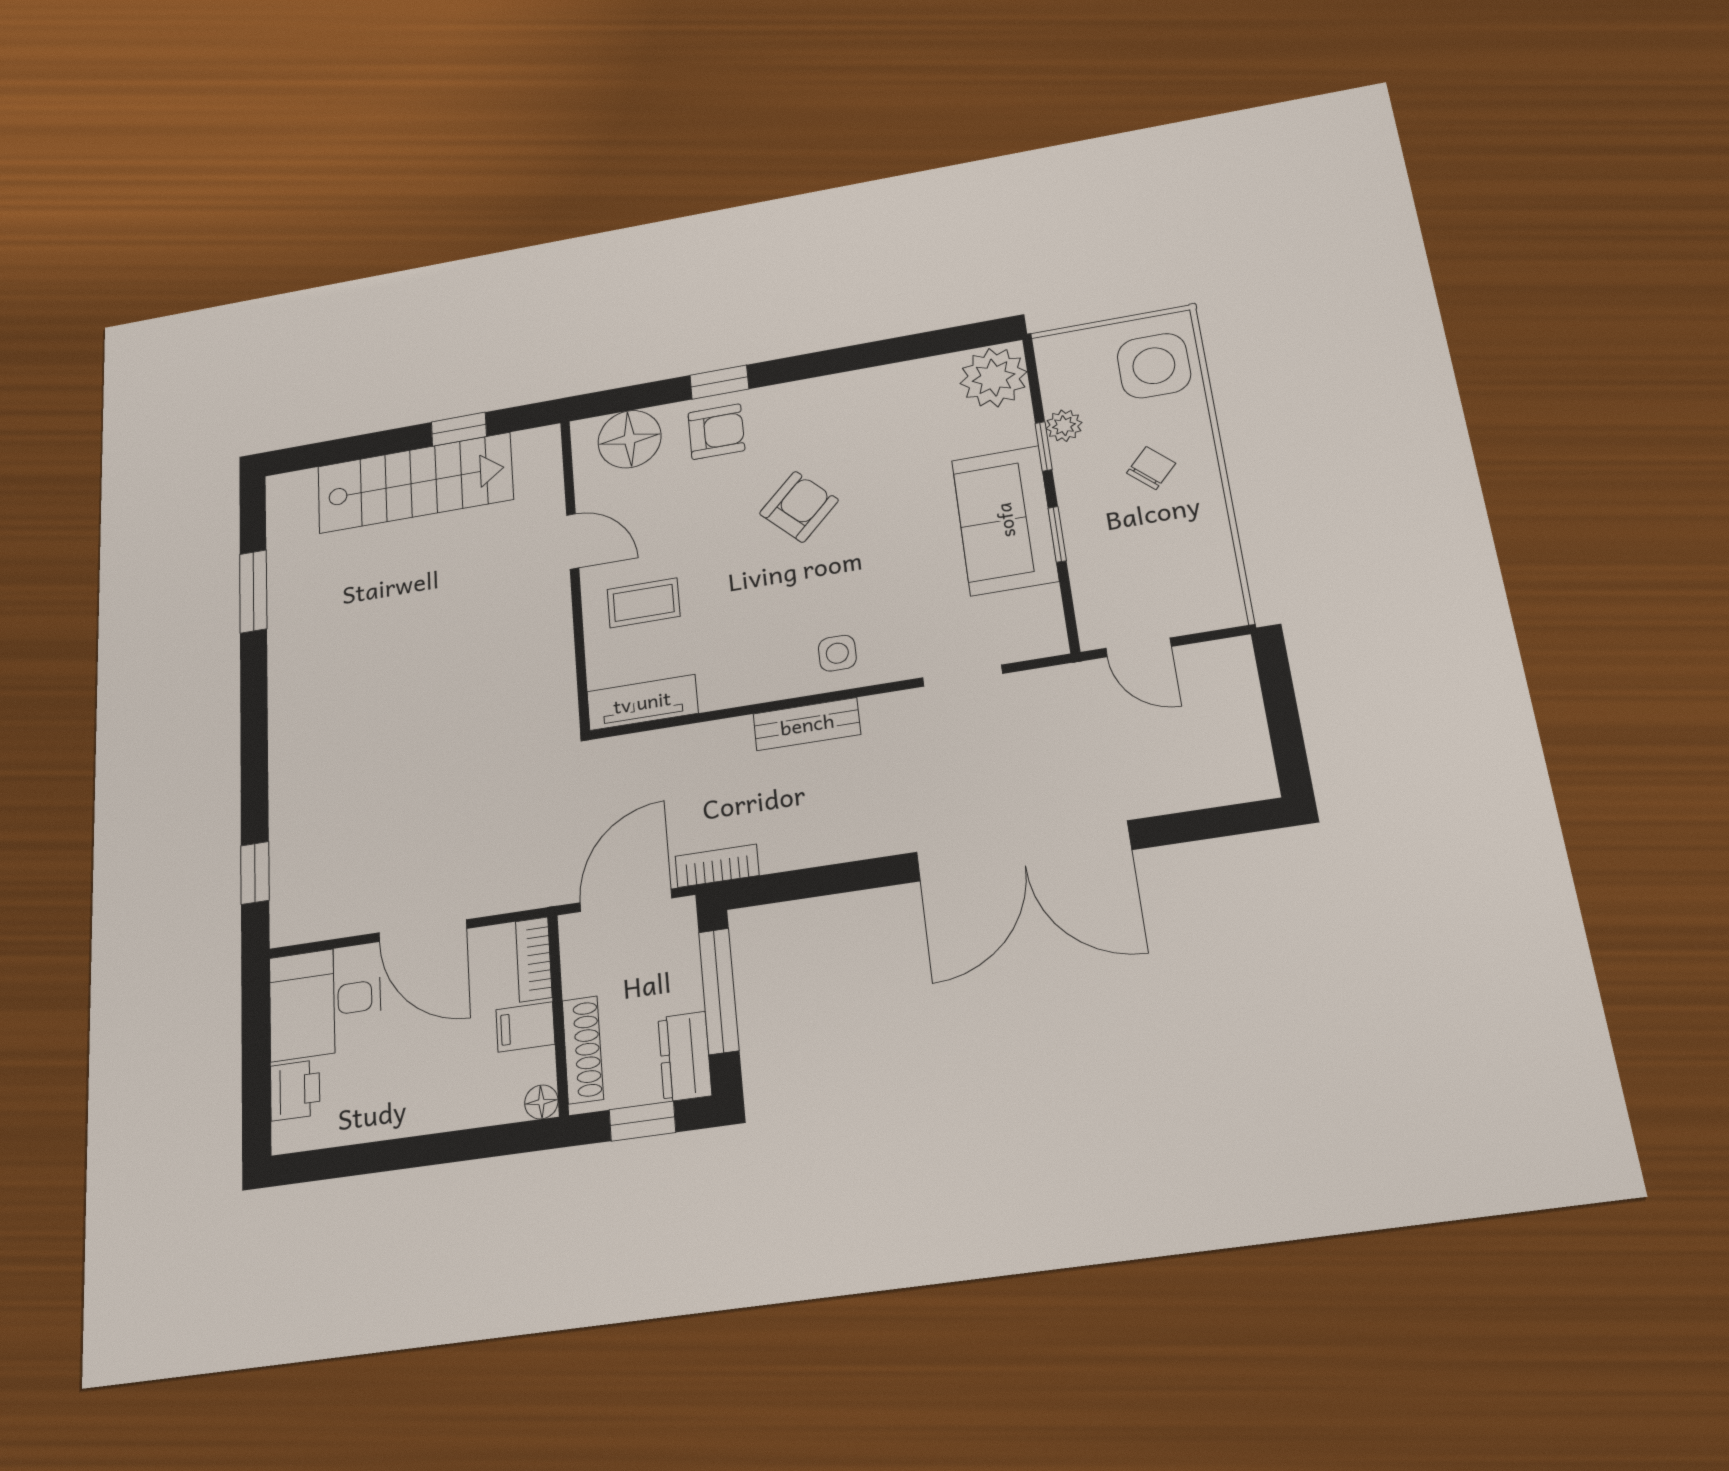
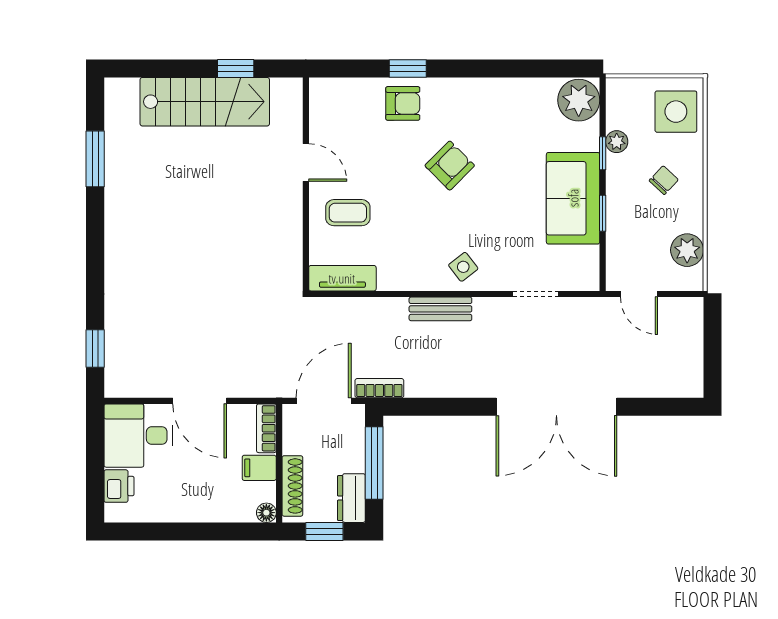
floor lamp: (630, 439) -> (347, 98), removed
plant: (1209, 566) -> (687, 250), added
side table: (837, 653) -> (463, 267), turned -38

